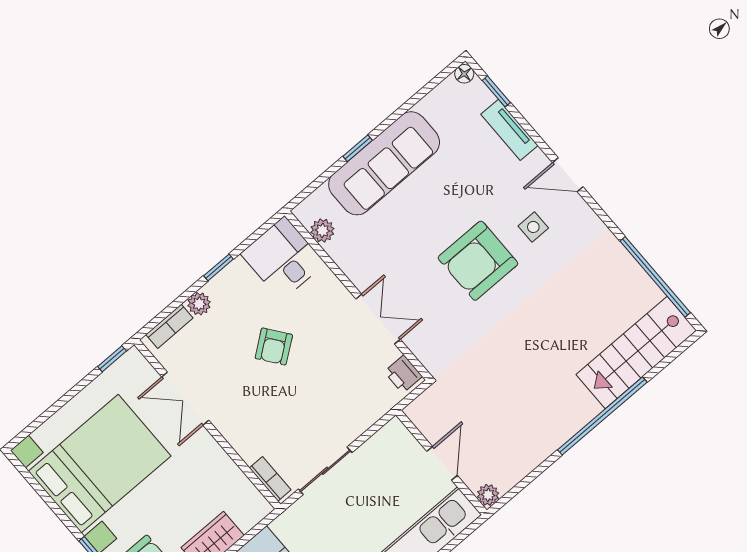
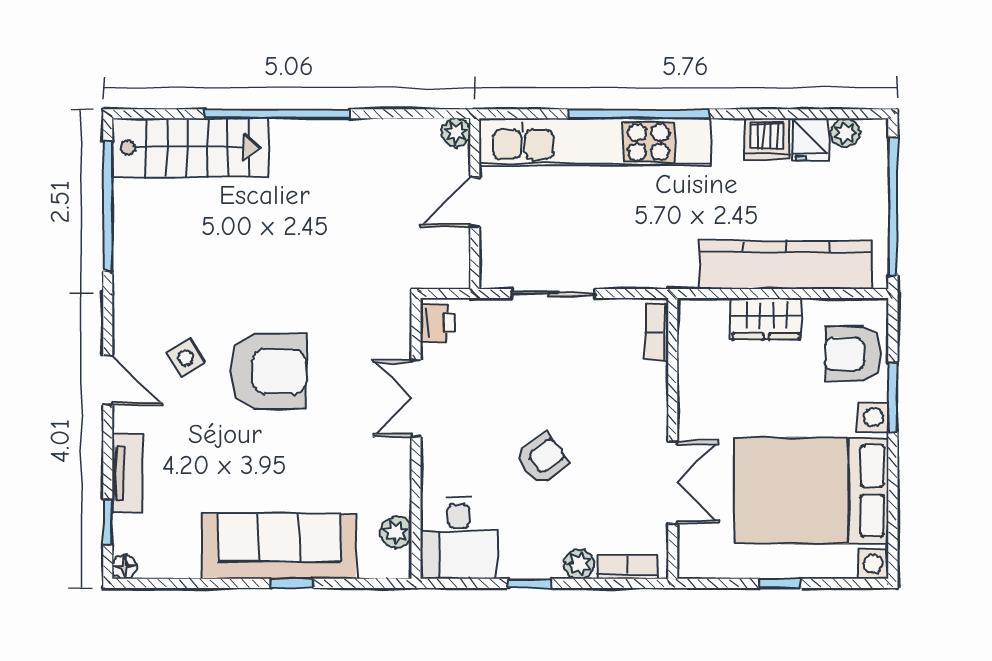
side table: (533, 227) -> (186, 358), turned -33
window: (112, 359) -> (780, 583), moved
sliding door: (325, 471) -> (553, 294), moved

